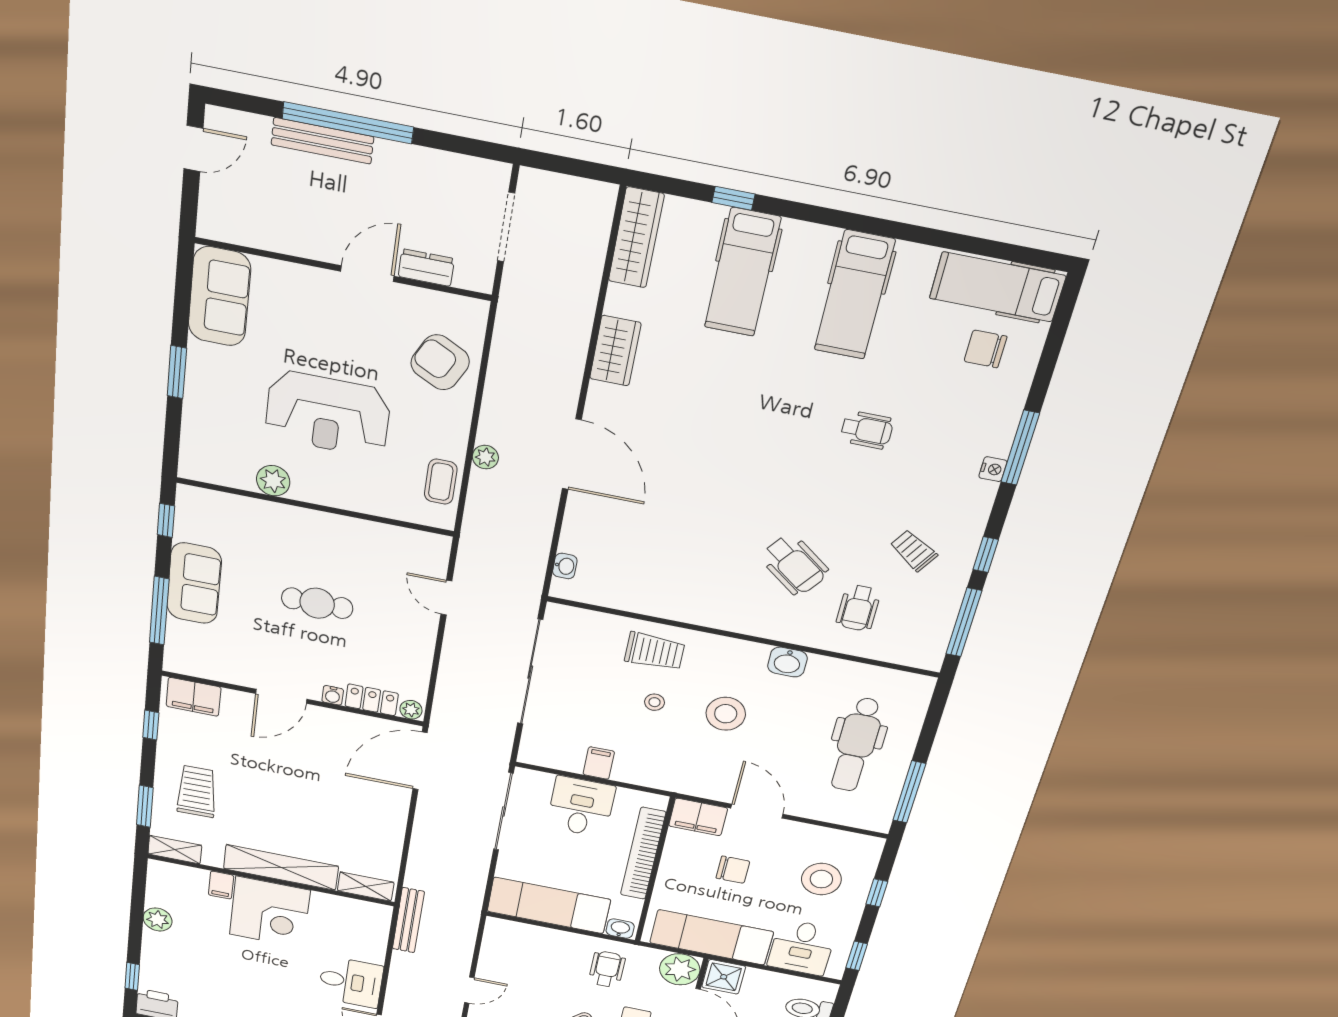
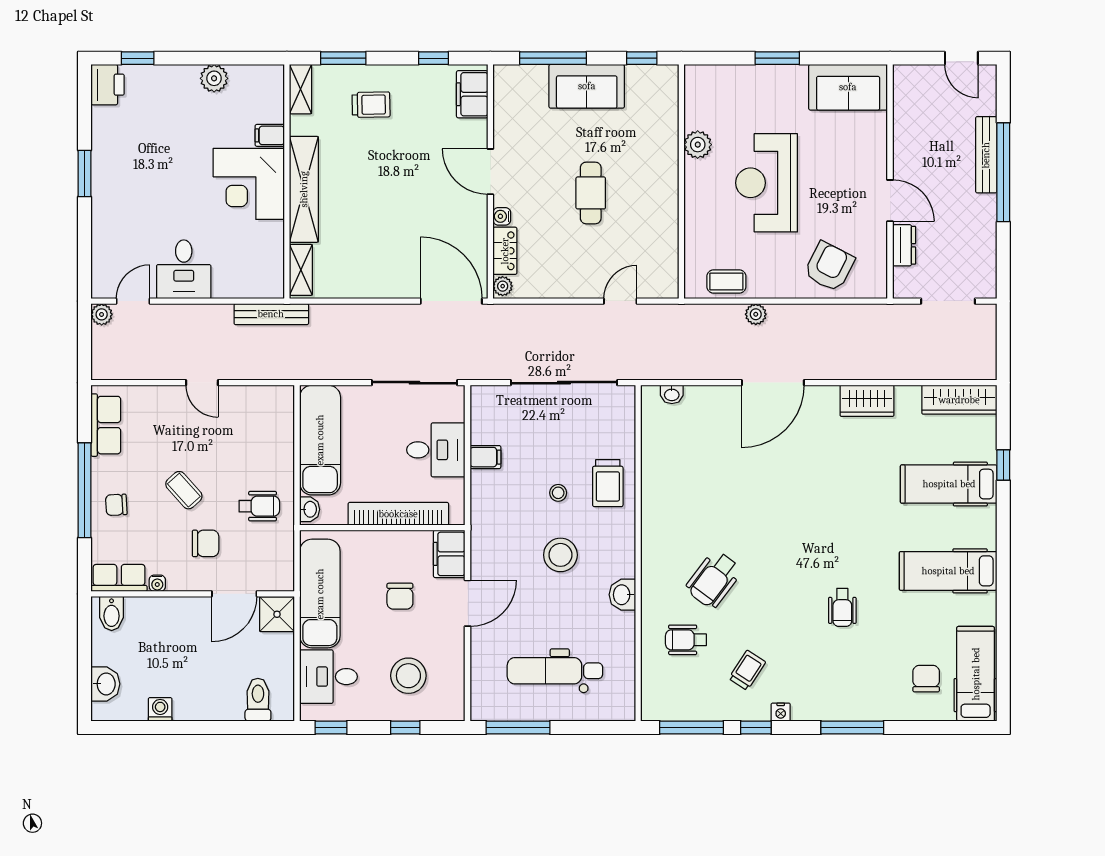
nightstand: (993, 469) -> (781, 712), moved
trolley: (197, 791) -> (371, 105), width x0.73, depth x0.72
plant: (680, 969) -> (276, 573), removed

